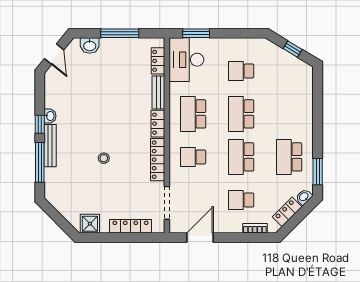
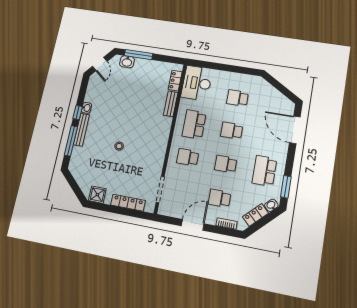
window: (120, 33) -> (139, 55), moved
window: (196, 33) -> (208, 65), removed
window: (293, 49) -> (281, 88), removed
door: (318, 100) -> (295, 130), added
school desk: (241, 114) -> (232, 131), width x0.54
locker: (158, 124) -> (166, 127), removed
school desk: (241, 157) -> (226, 164), width x0.54
locker: (158, 160) -> (160, 154), removed
door: (200, 238) -> (193, 225), moved

